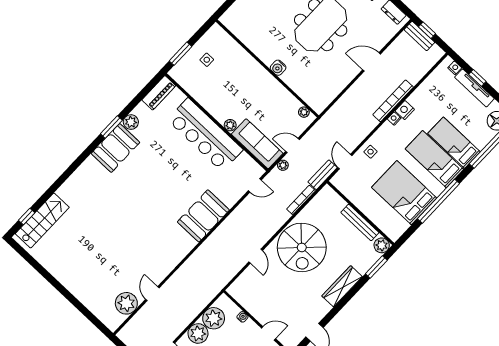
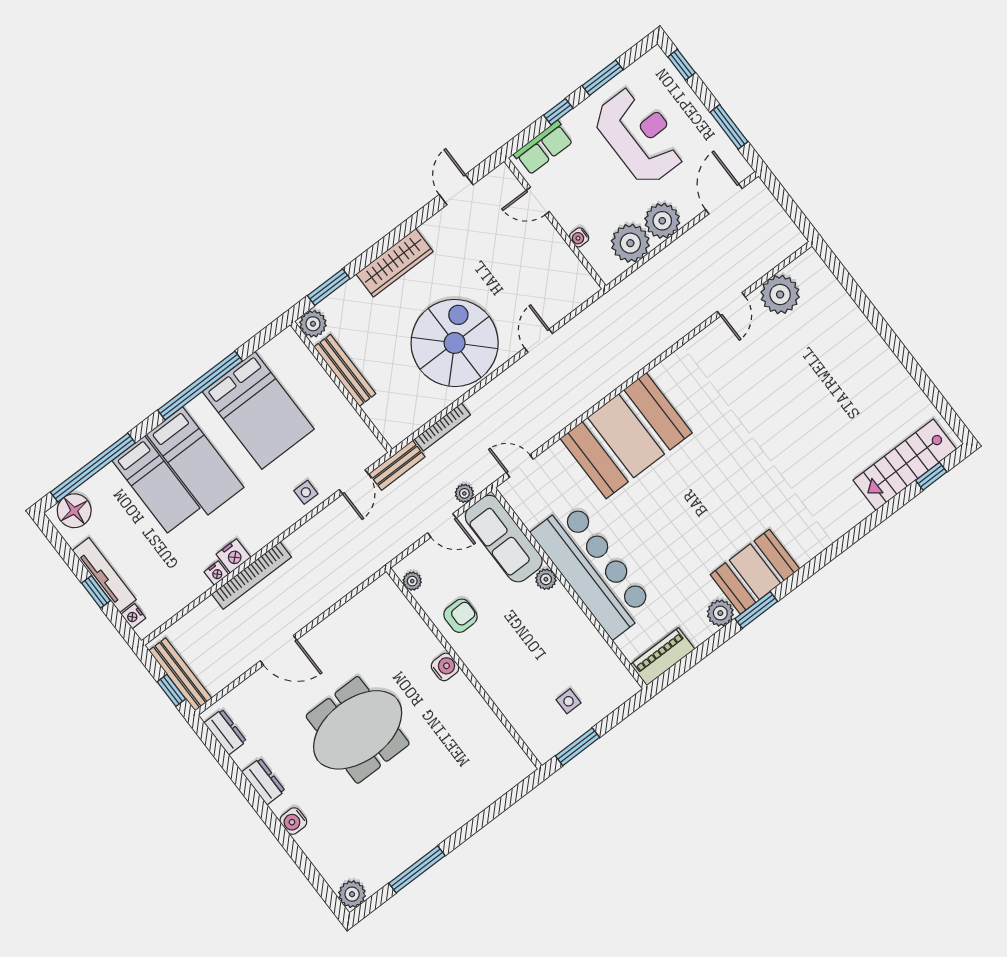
bench: (419, 36) -> (180, 674), width x1.36
window: (181, 54) -> (577, 747), moved
armchair: (274, 97) -> (460, 616), added
nightstand: (394, 119) -> (216, 573), moved
booth: (203, 216) -> (626, 436), width x1.36, depth x1.42

